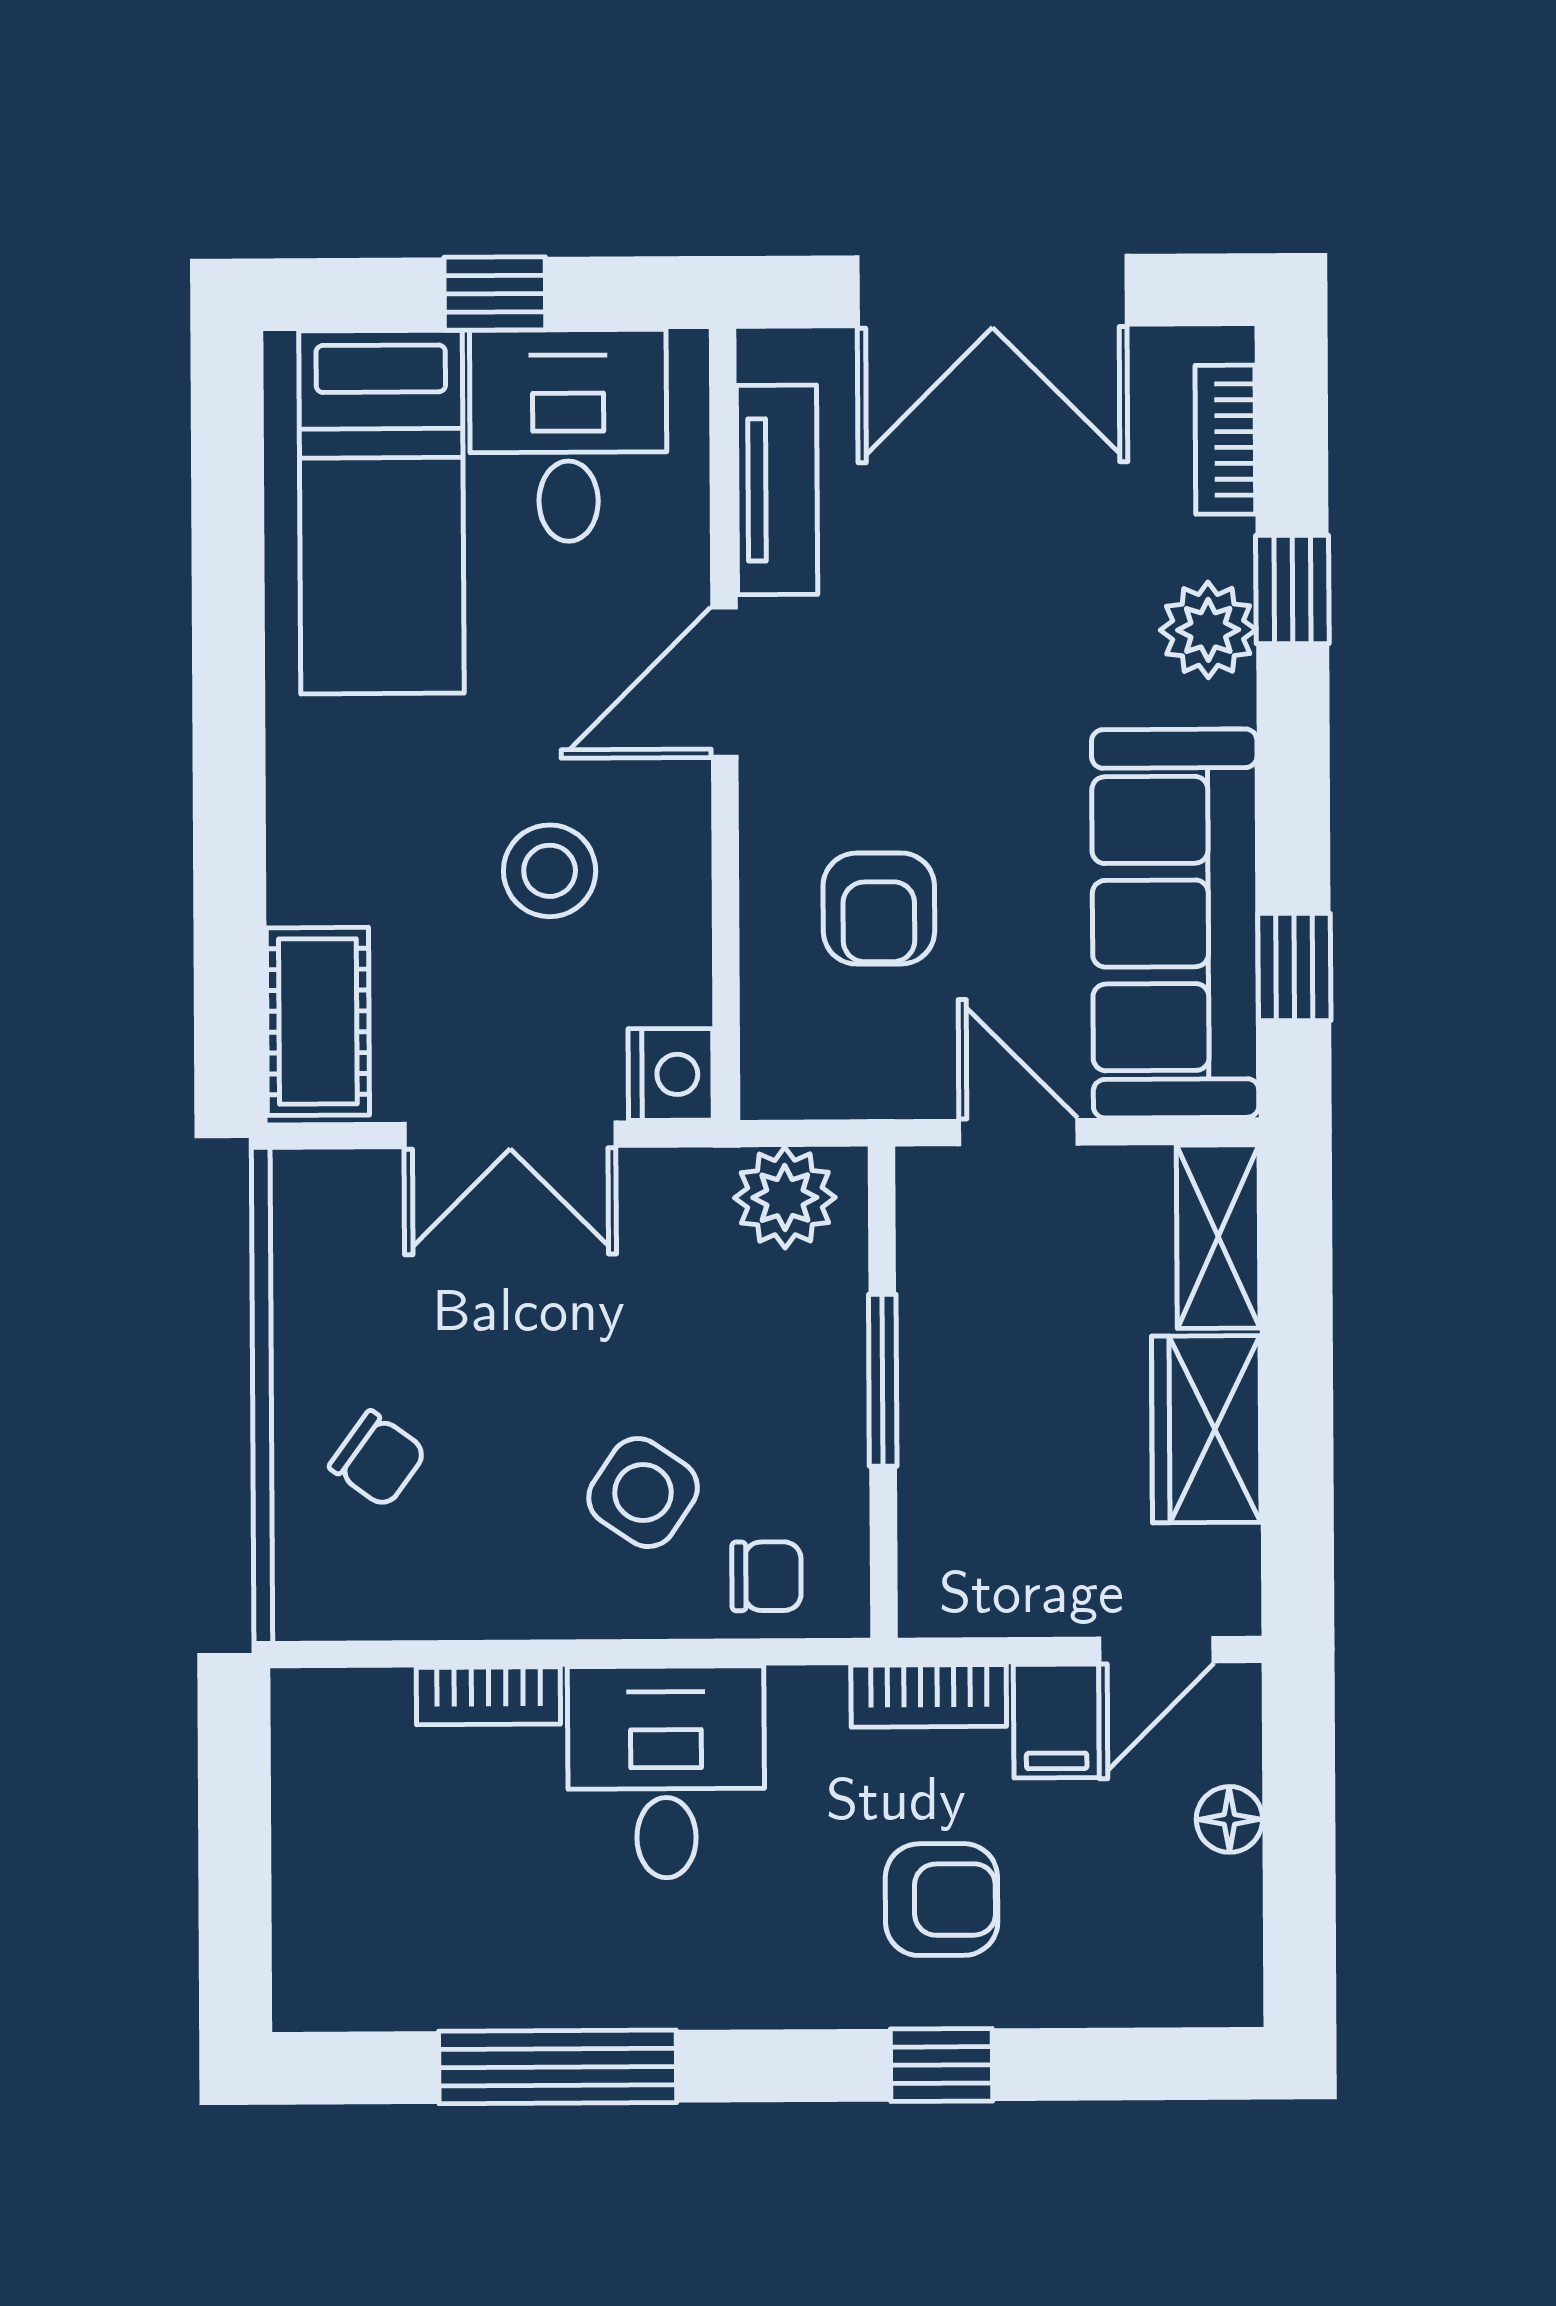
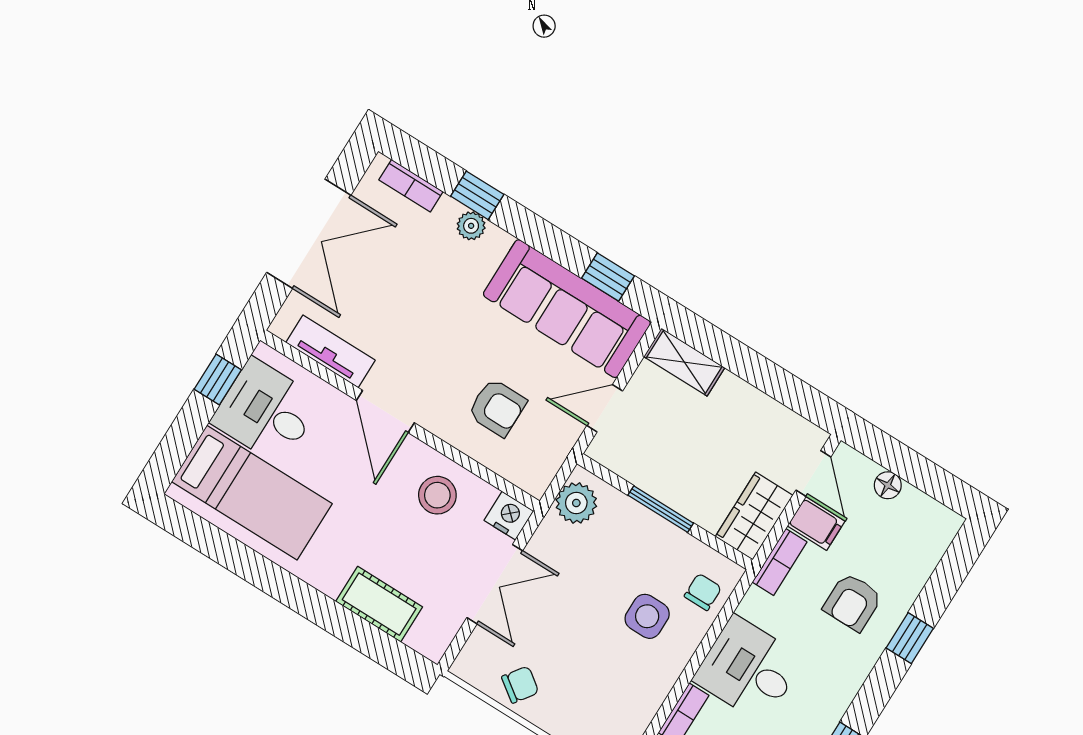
window: (495, 294) -> (218, 380), moved
plant: (1208, 630) -> (471, 226), width x0.73, depth x0.73
stool: (550, 871) -> (437, 495), moved
cot: (318, 1021) -> (379, 604), moved
wardrobe: (1206, 1429) -> (754, 516), moved, turned 90
chair: (378, 1459) -> (520, 685), moved
side table: (643, 1493) -> (647, 616), turned -34
armchair: (942, 1900) -> (853, 602), turned 180

